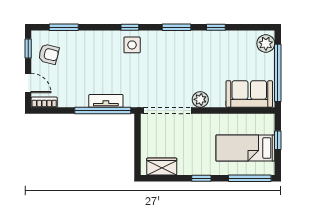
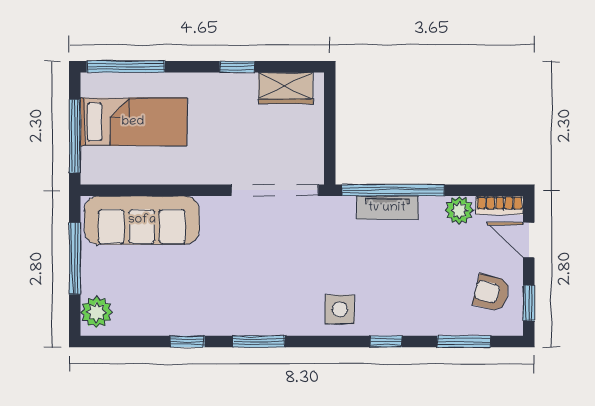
window: (130, 27) -> (386, 342), moved
window: (278, 73) -> (75, 258), width x0.68
sofa: (249, 94) -> (142, 220), width x1.36
plant: (200, 99) -> (459, 210), moved
window: (278, 140) -> (75, 136), width x2.17
window: (201, 178) -> (237, 67), moved

